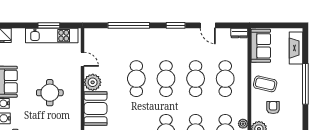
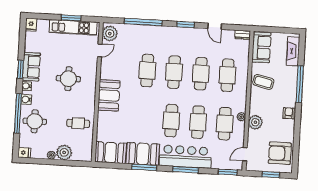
door: (82, 59) -> (100, 50), hinge flipped
plant: (93, 82) -> (110, 34), moved
armchair: (273, 108) -> (289, 113), moved

